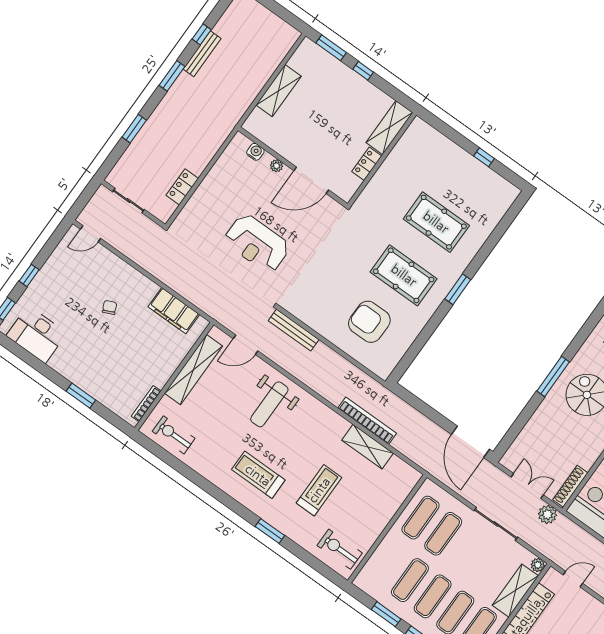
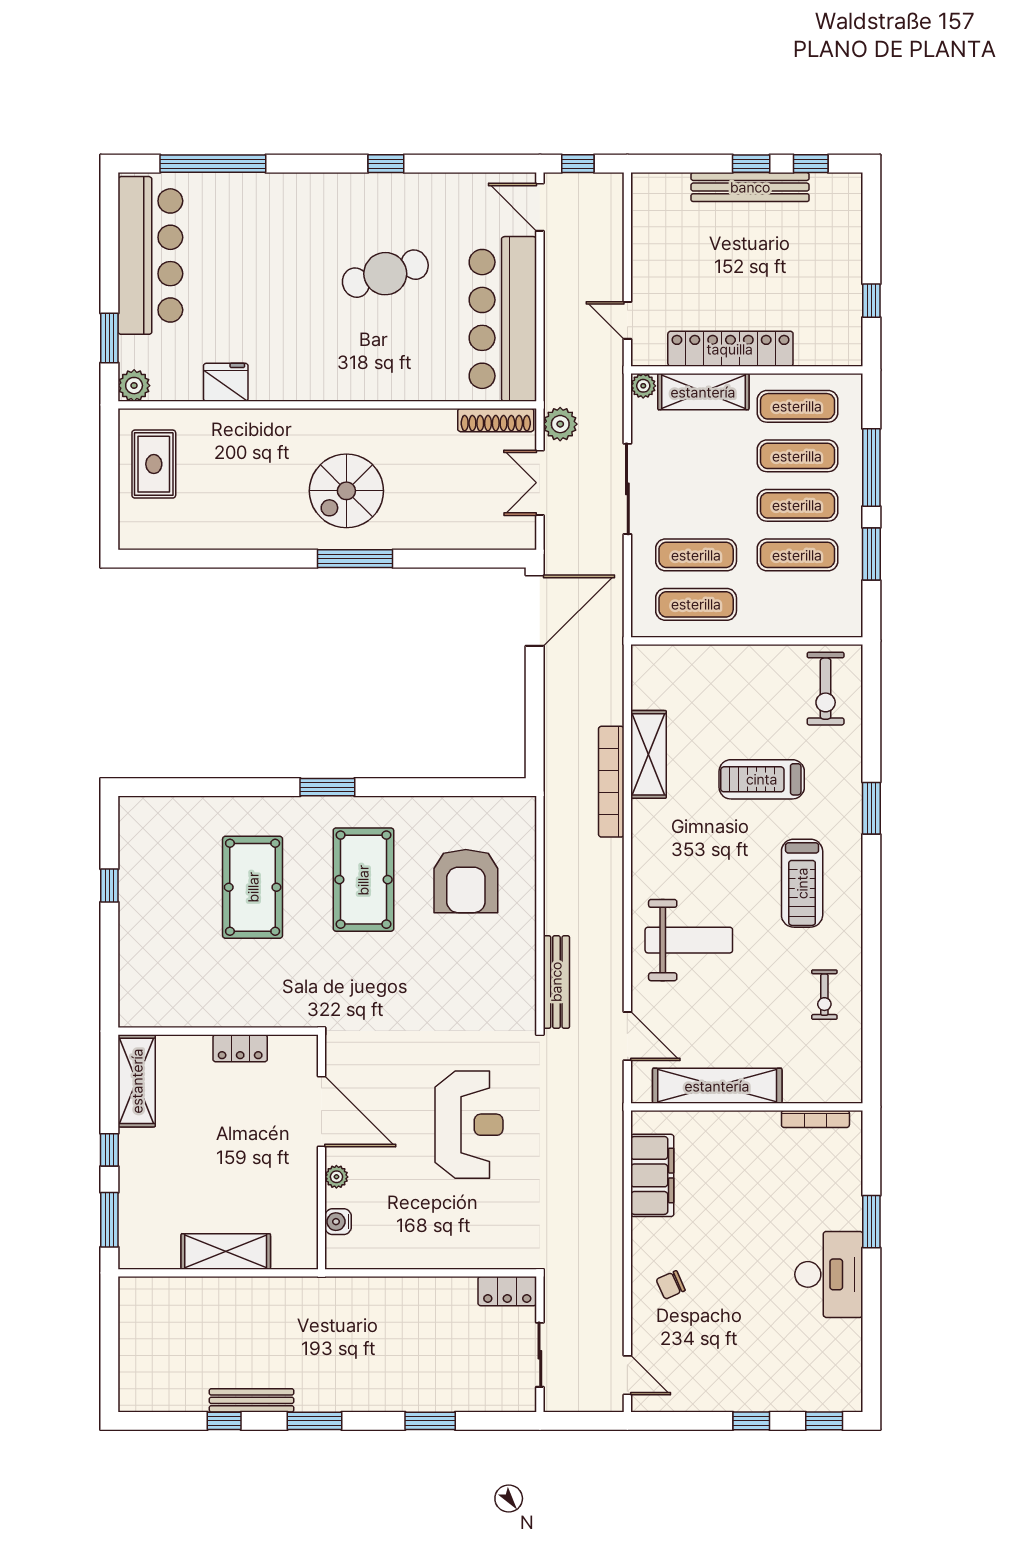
shelving: (389, 128) -> (137, 1081), moved, turned 90
locker: (182, 187) -> (507, 1291), moved
chair: (110, 307) -> (671, 1285), moved
desk: (36, 334) -> (829, 1274), moved
exercise bike: (174, 435) -> (824, 995), moved, width x0.73, depth x0.72

